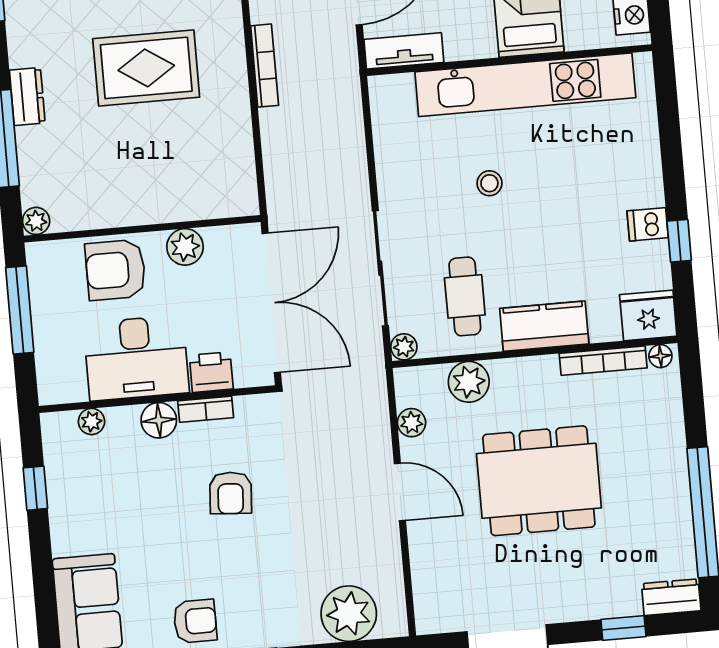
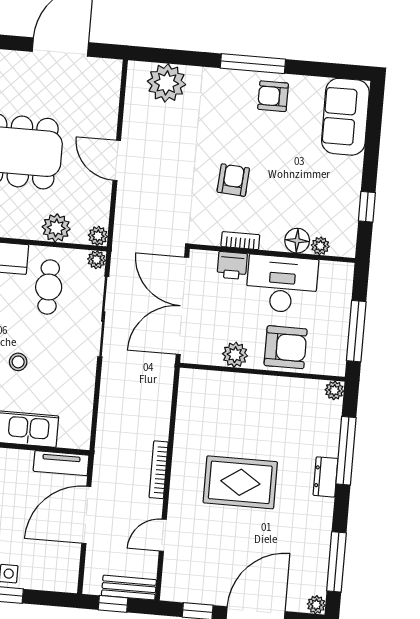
floor lamp: (159, 420) -> (297, 241), moved
plant: (412, 423) -> (98, 236), moved

